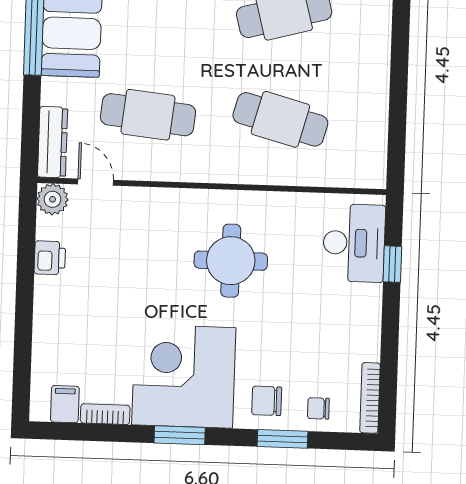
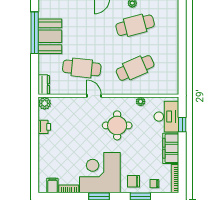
cafe table: (280, 119) -> (135, 68), turned -39
dresser: (53, 142) -> (44, 85), width x0.70
door: (96, 182) -> (94, 96), moved
plant: (291, 203) -> (141, 101), added
filing cabinet: (362, 322) -> (171, 148), added

